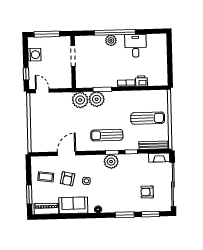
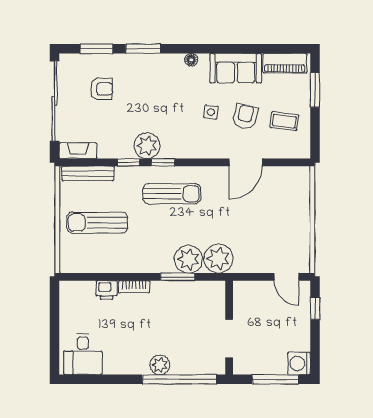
window: (115, 32) -> (179, 379), moved
desk: (136, 46) -> (83, 354), moved
washing machine: (34, 55) -> (299, 363), moved
plant: (111, 162) -> (147, 146), moved

